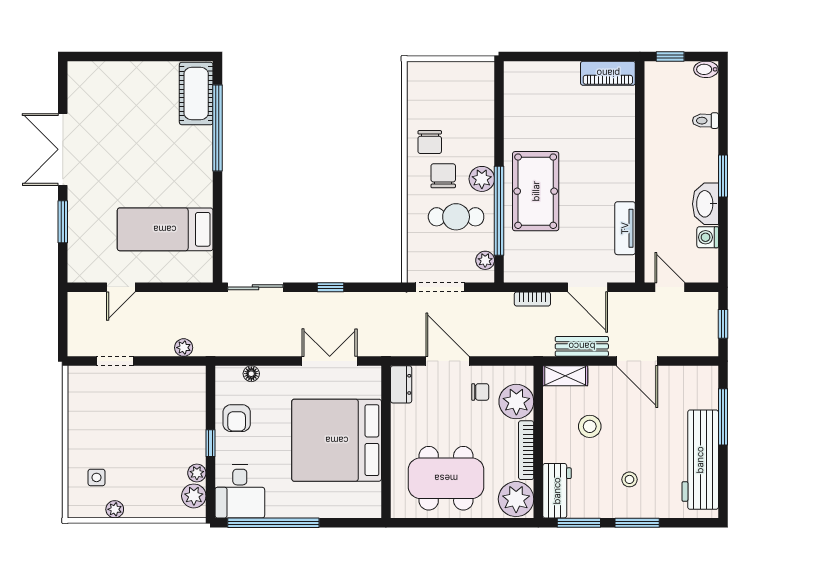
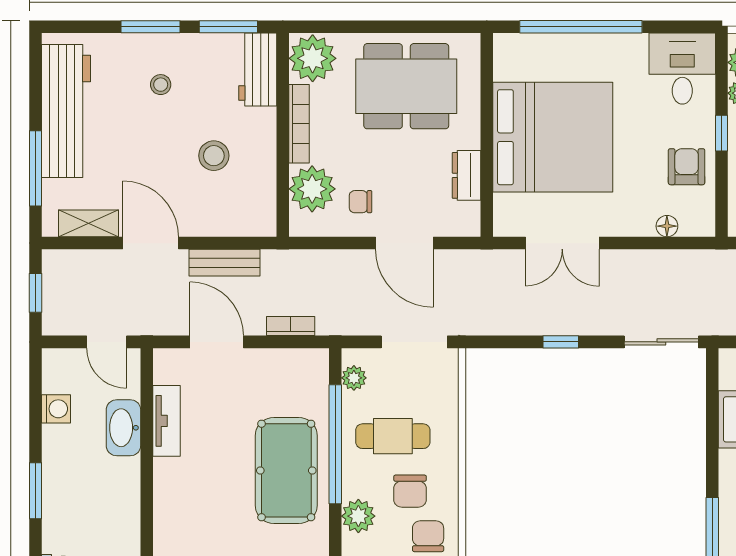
plant: (482, 179) -> (358, 516), moved
washbasin: (705, 204) -> (123, 428), moved, turned 180
shelving: (565, 376) -> (89, 223), moved
dresser: (401, 384) -> (466, 175), moved
window: (273, 523) -> (581, 27), moved

